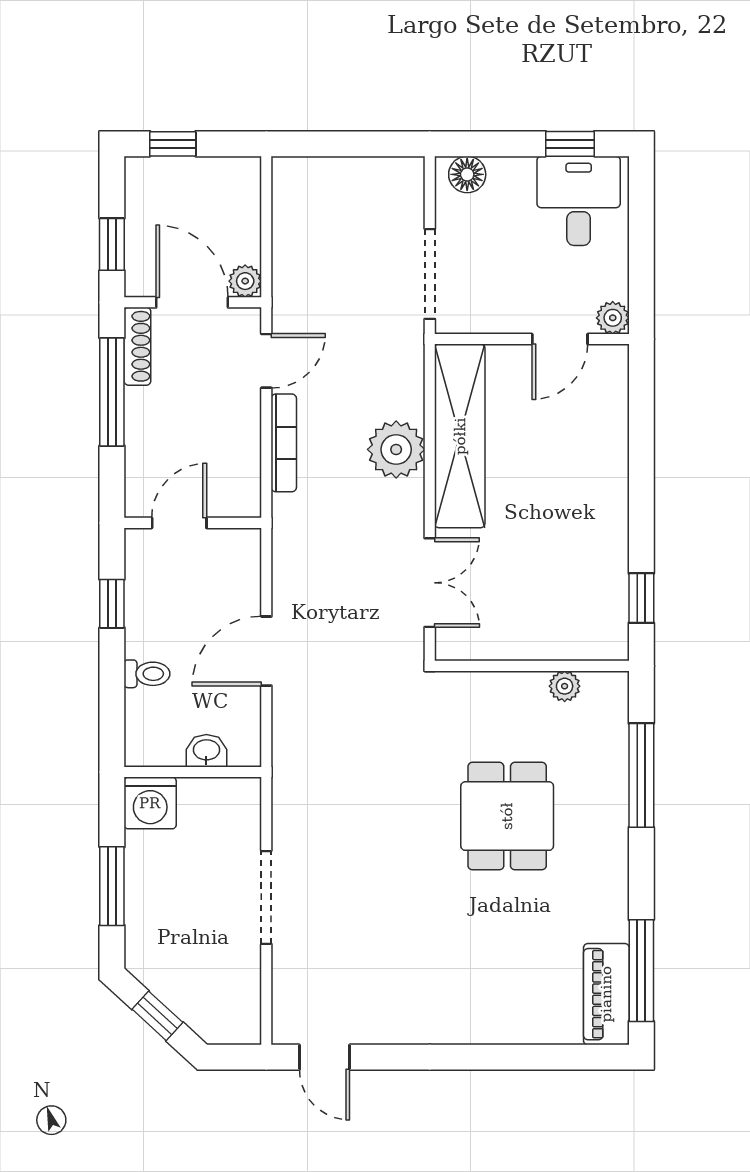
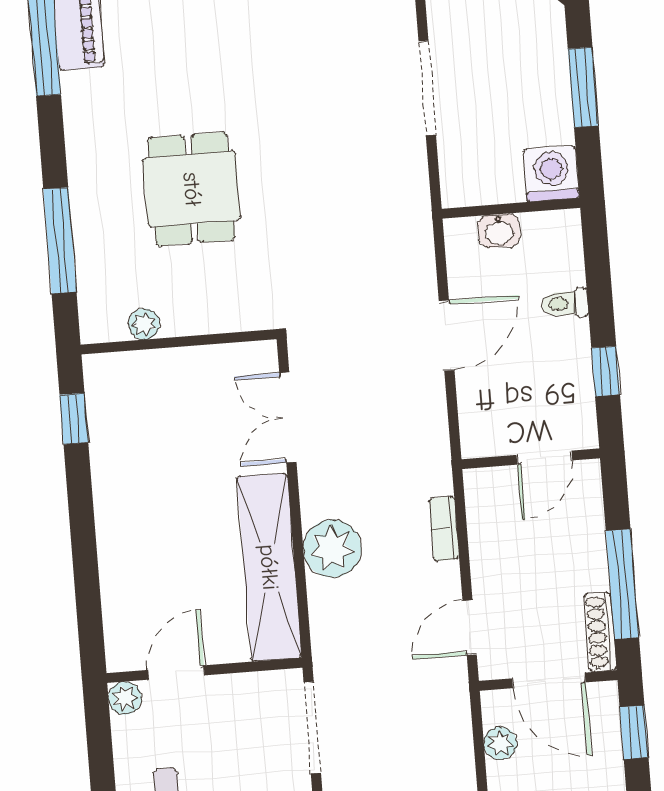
plant: (245, 281) -> (500, 743), moved
bookcase: (284, 443) -> (444, 529), width x0.64

